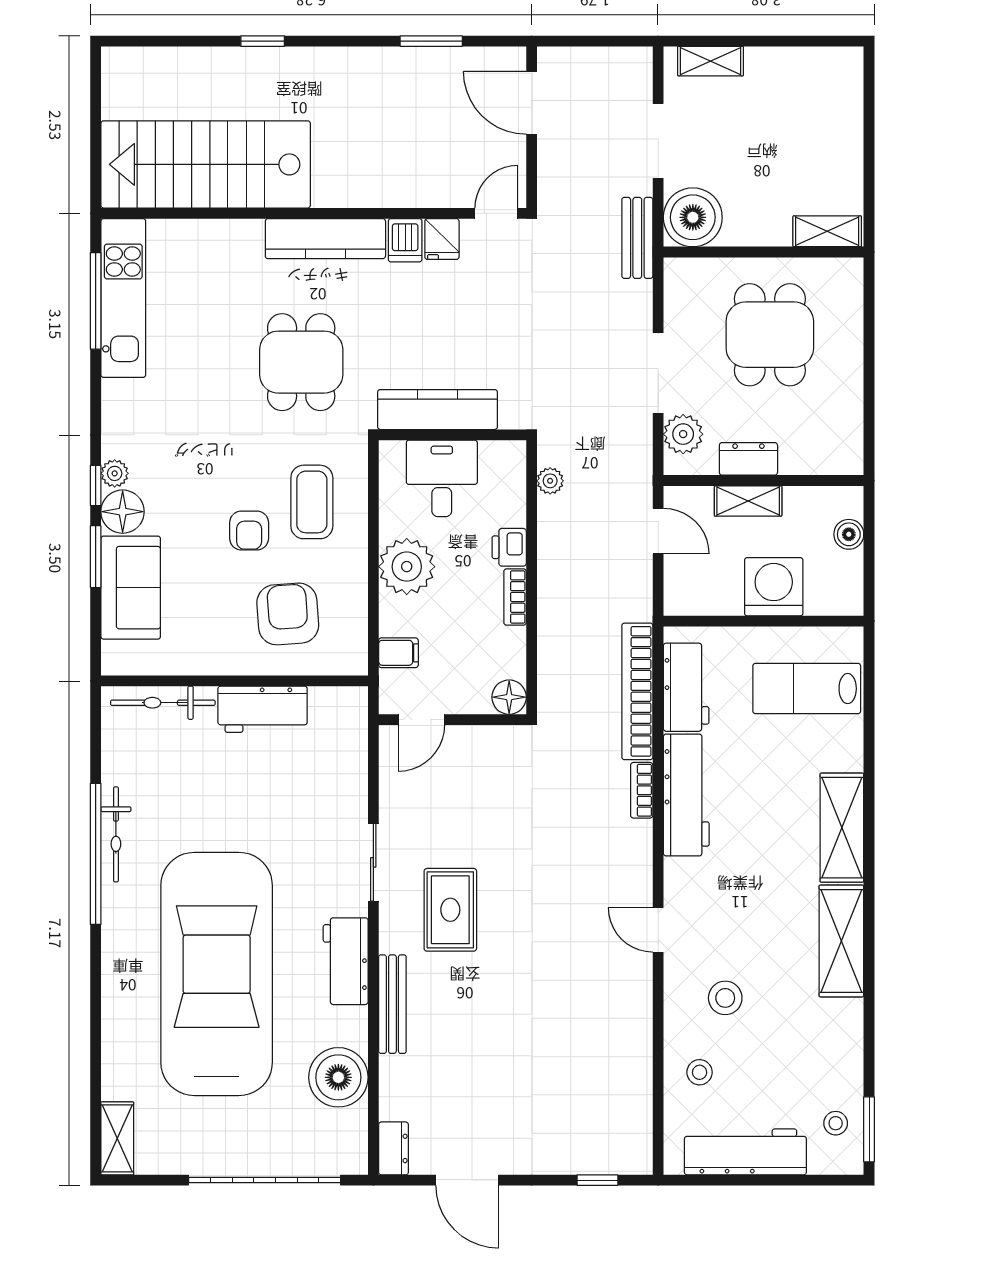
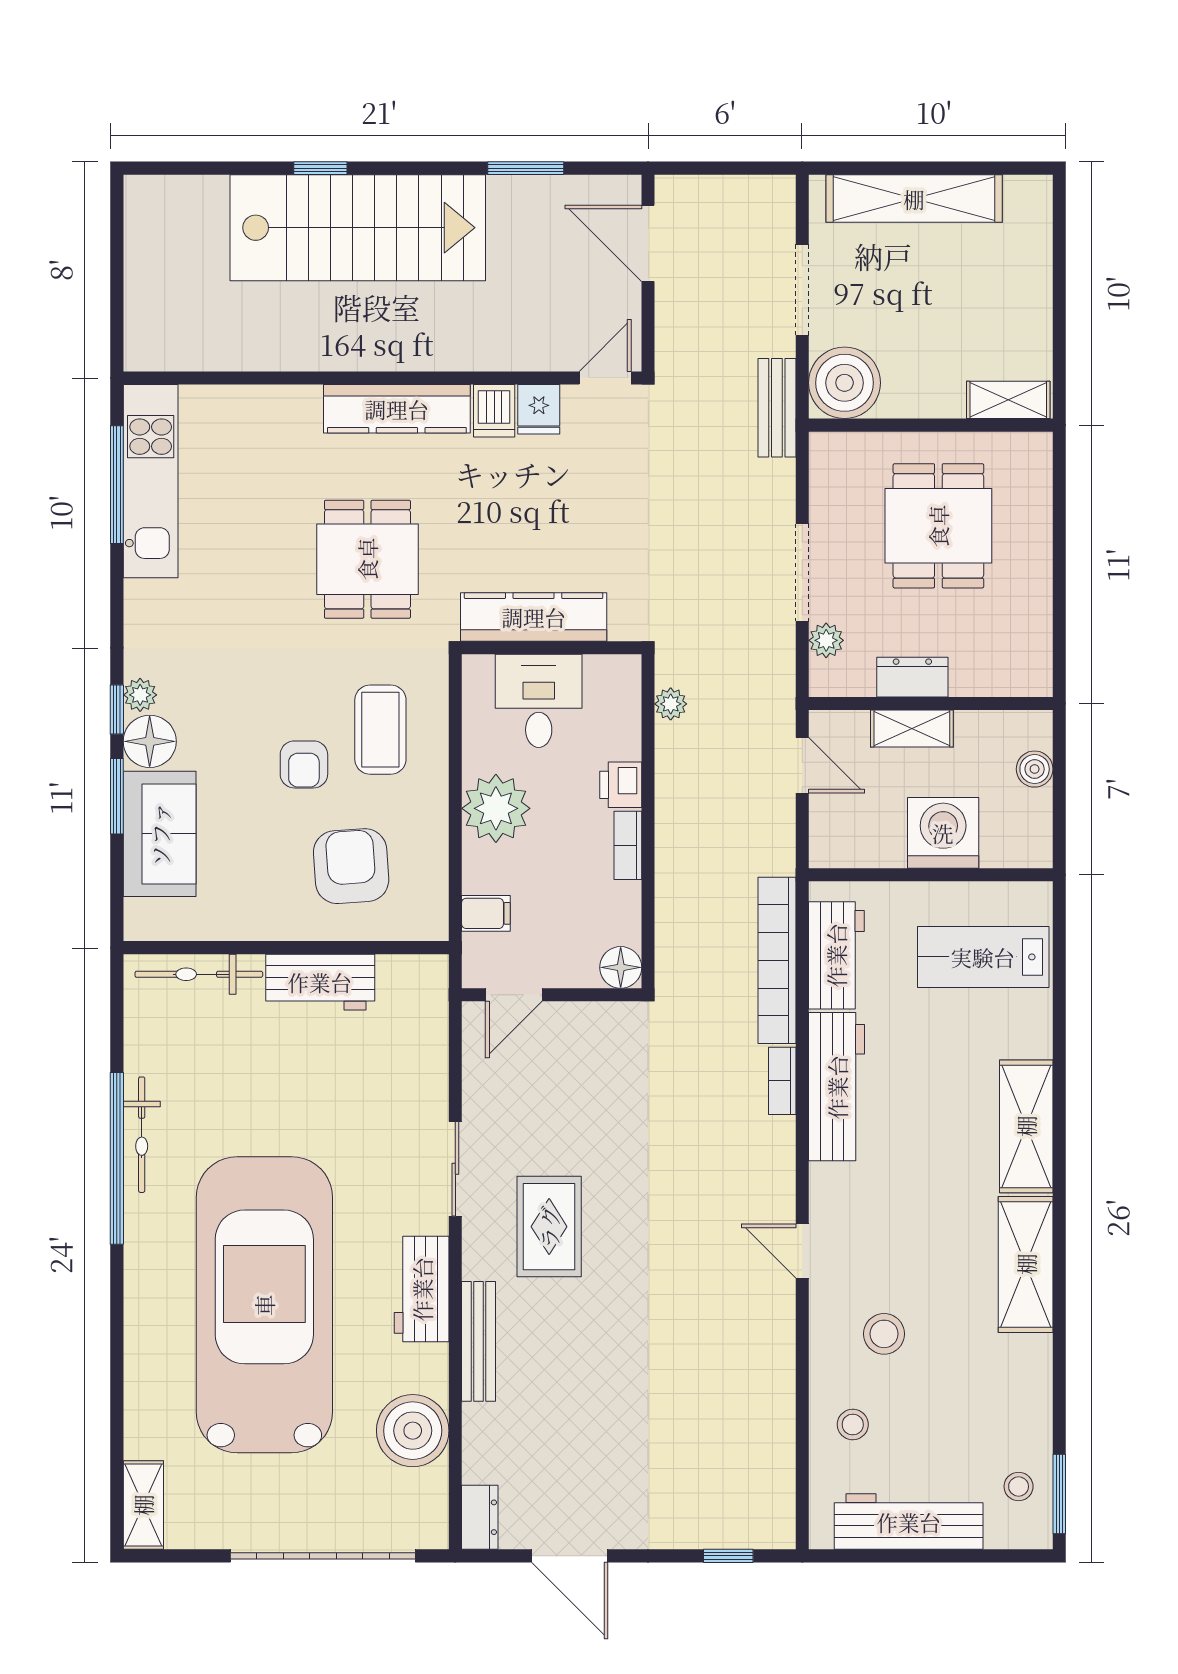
shelving: (711, 61) -> (914, 199), width x2.20, depth x1.33
stairs: (206, 164) -> (358, 228), moved, turned 180
plant: (683, 434) -> (826, 640), width x0.73, depth x0.73

